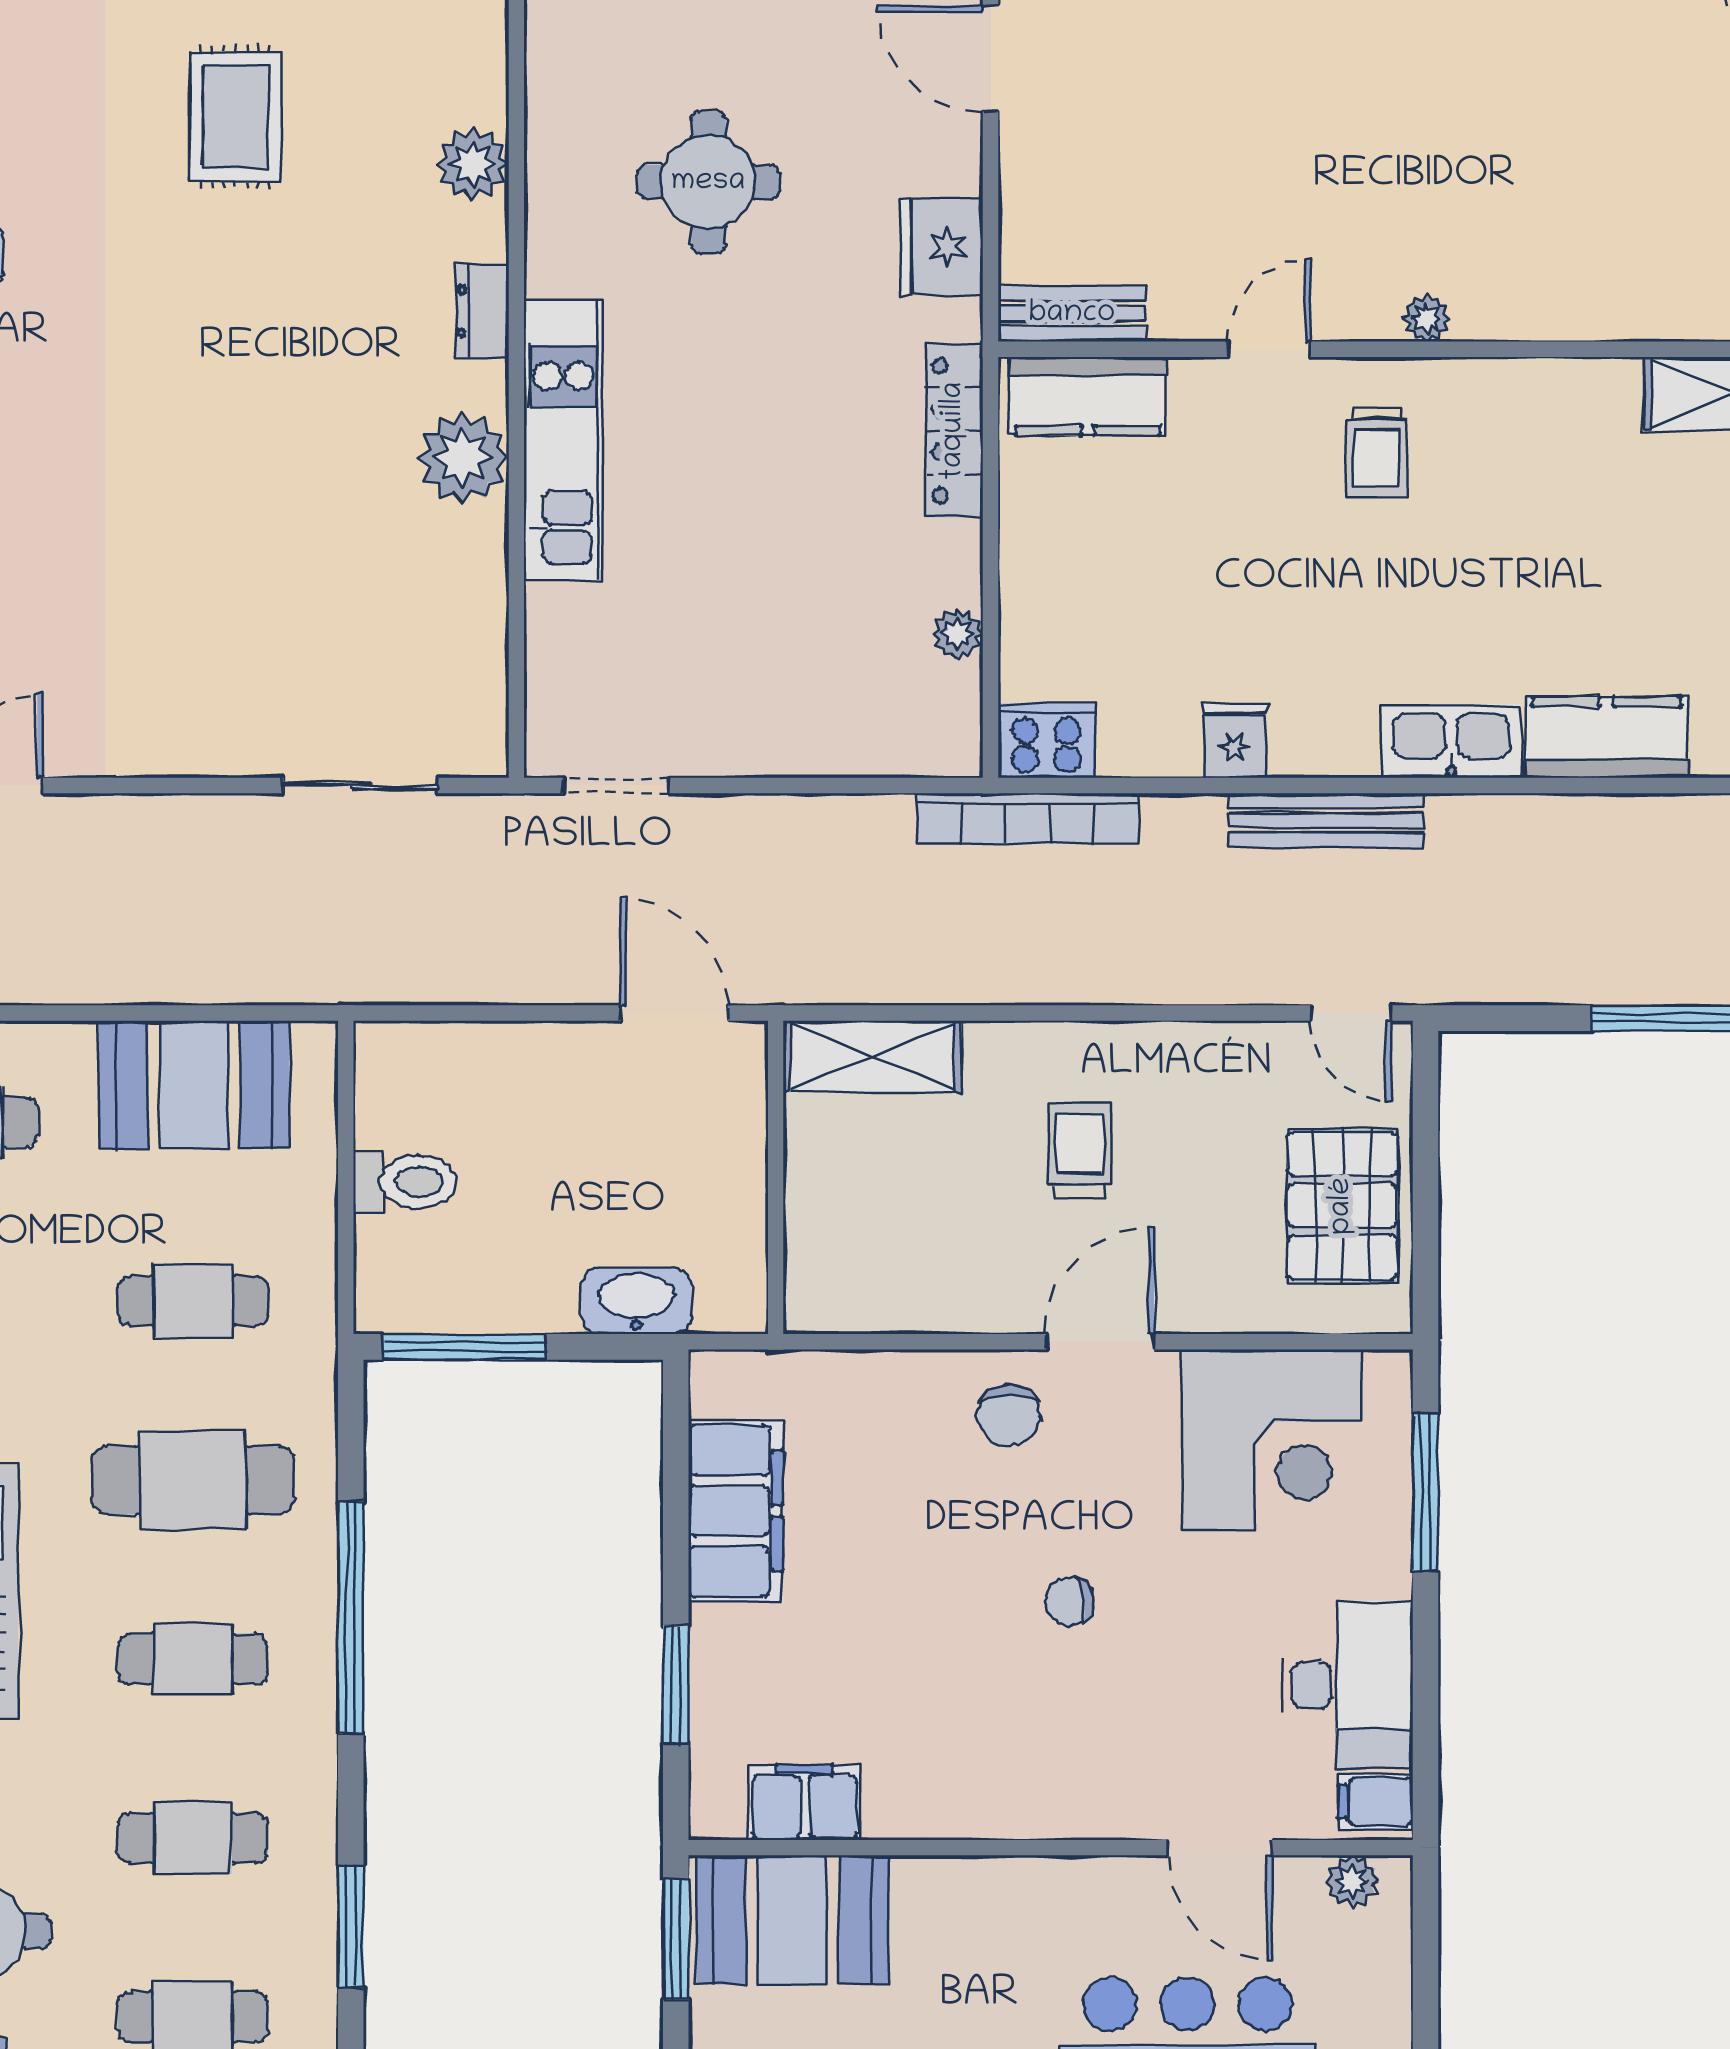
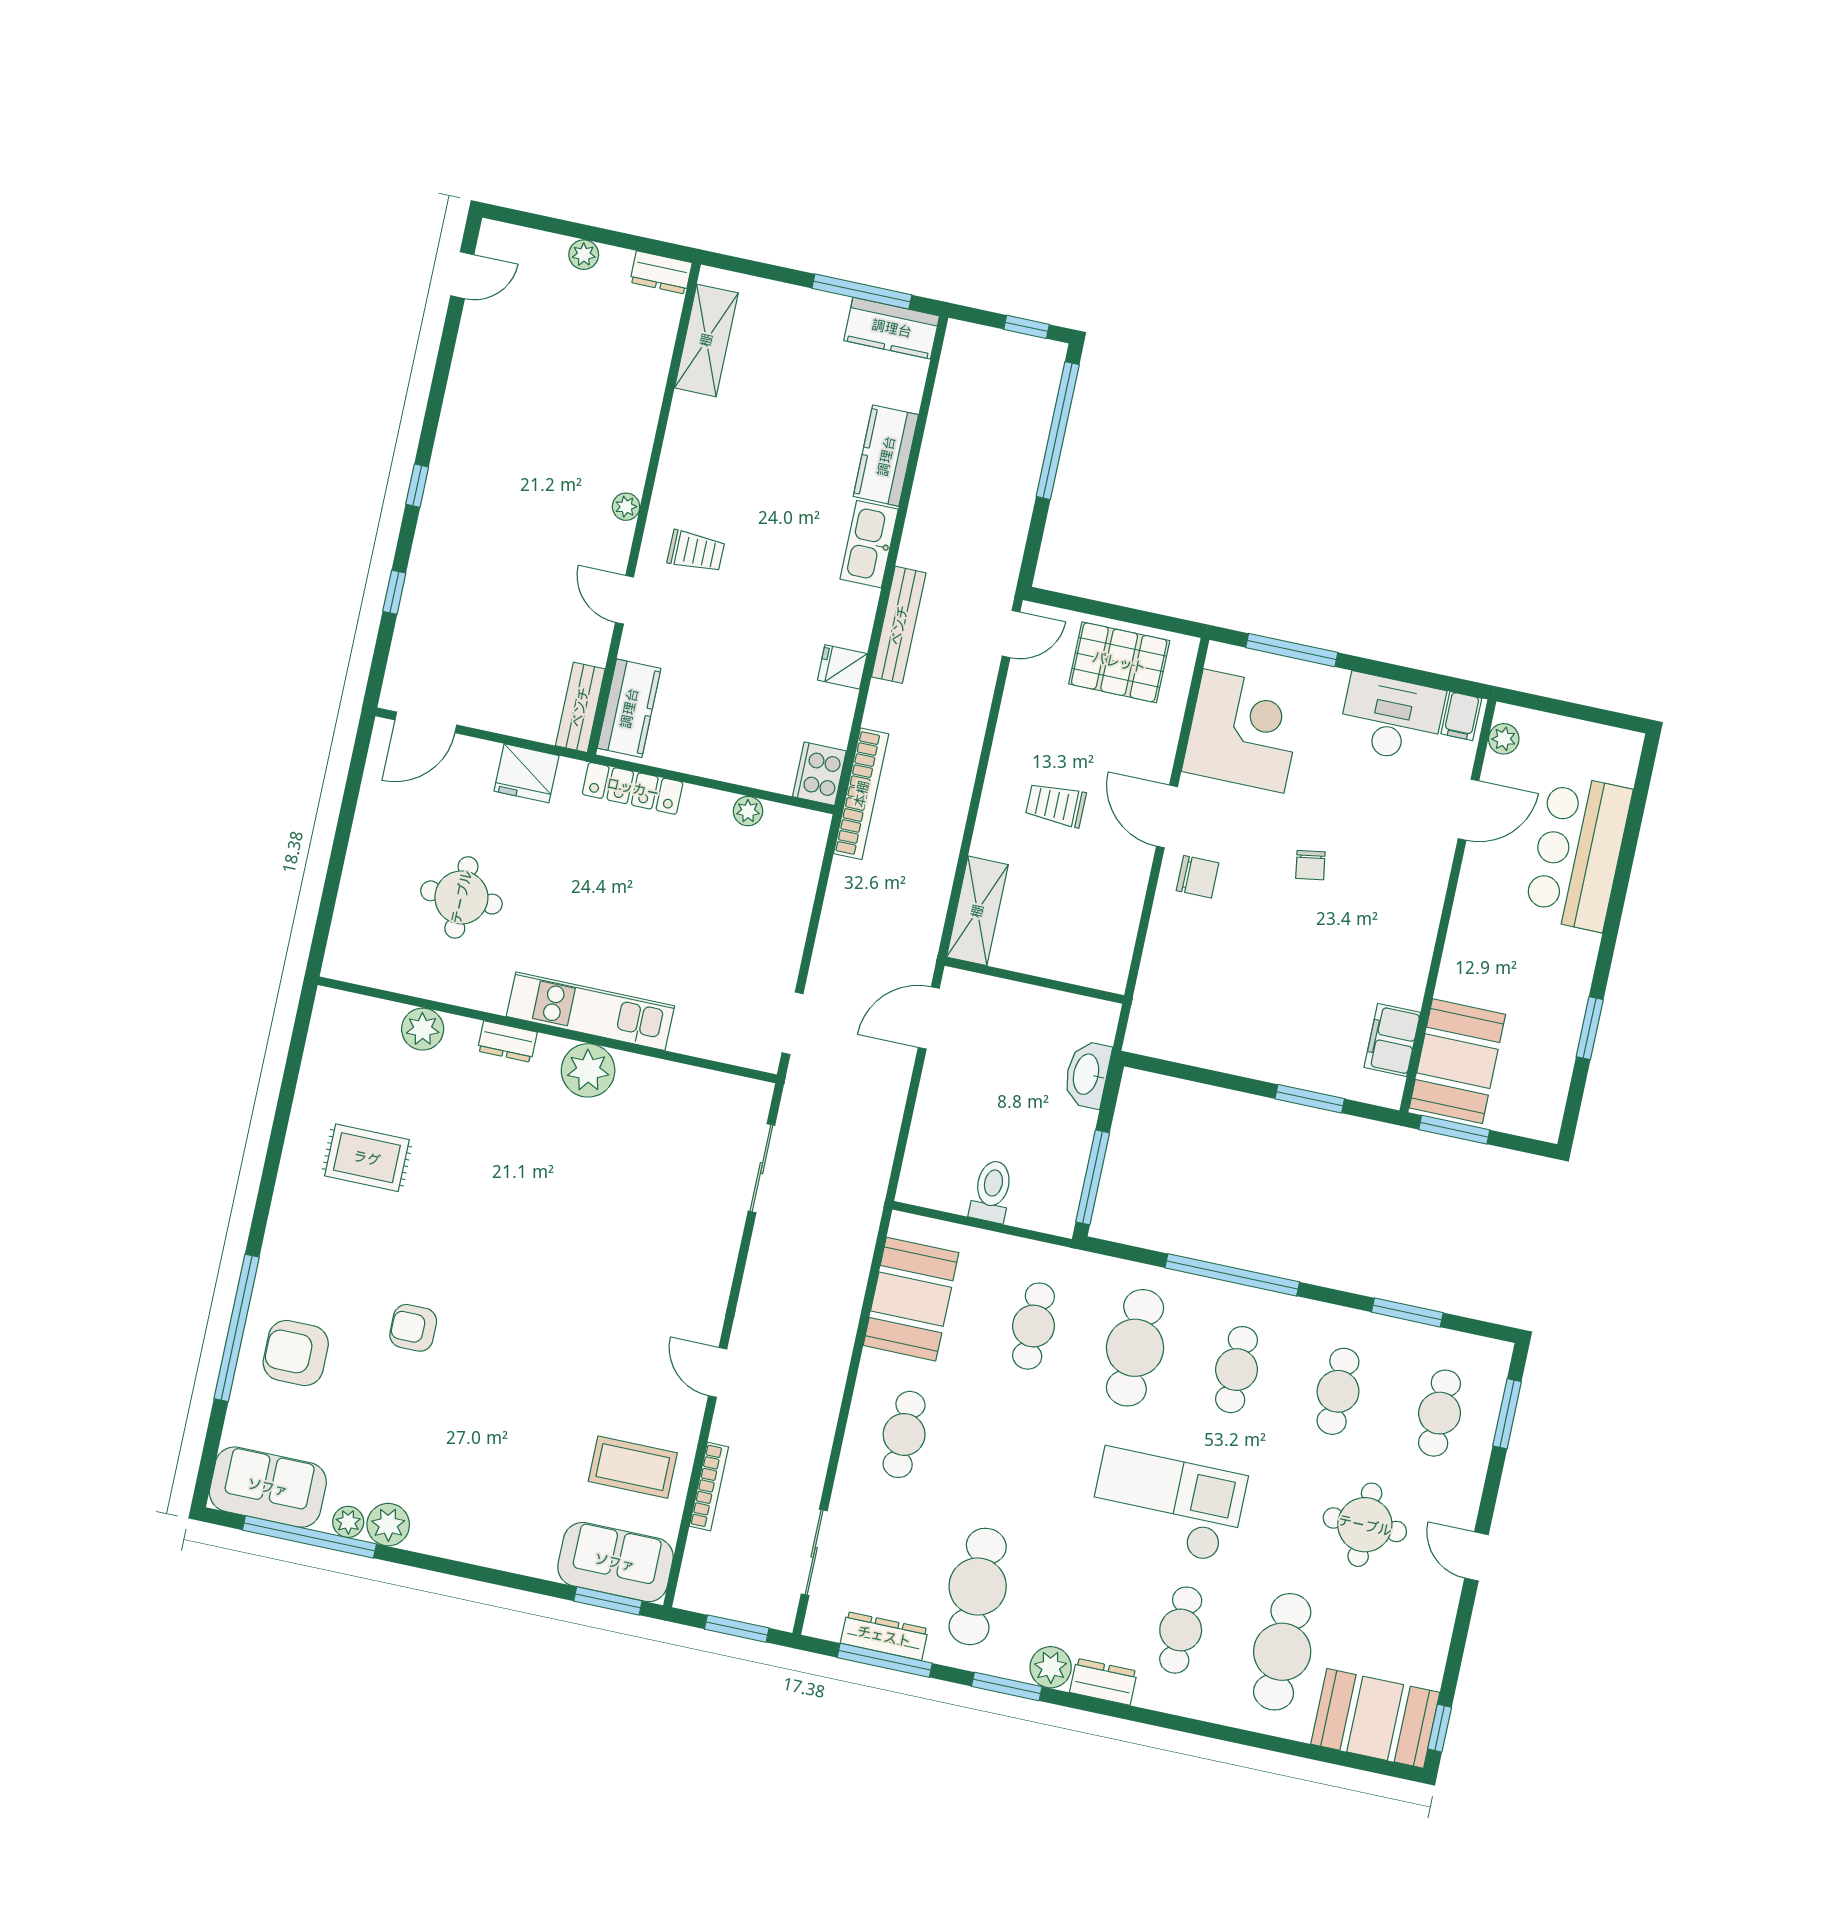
filing cabinet: (736, 1511) -> (1219, 1044), removed

